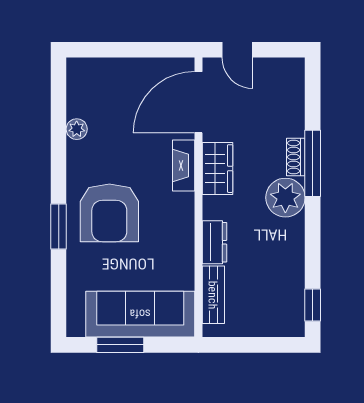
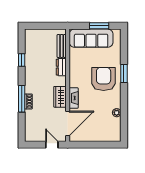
plant: (285, 198) -> (33, 85), removed
window: (313, 305) -> (22, 60), moved

